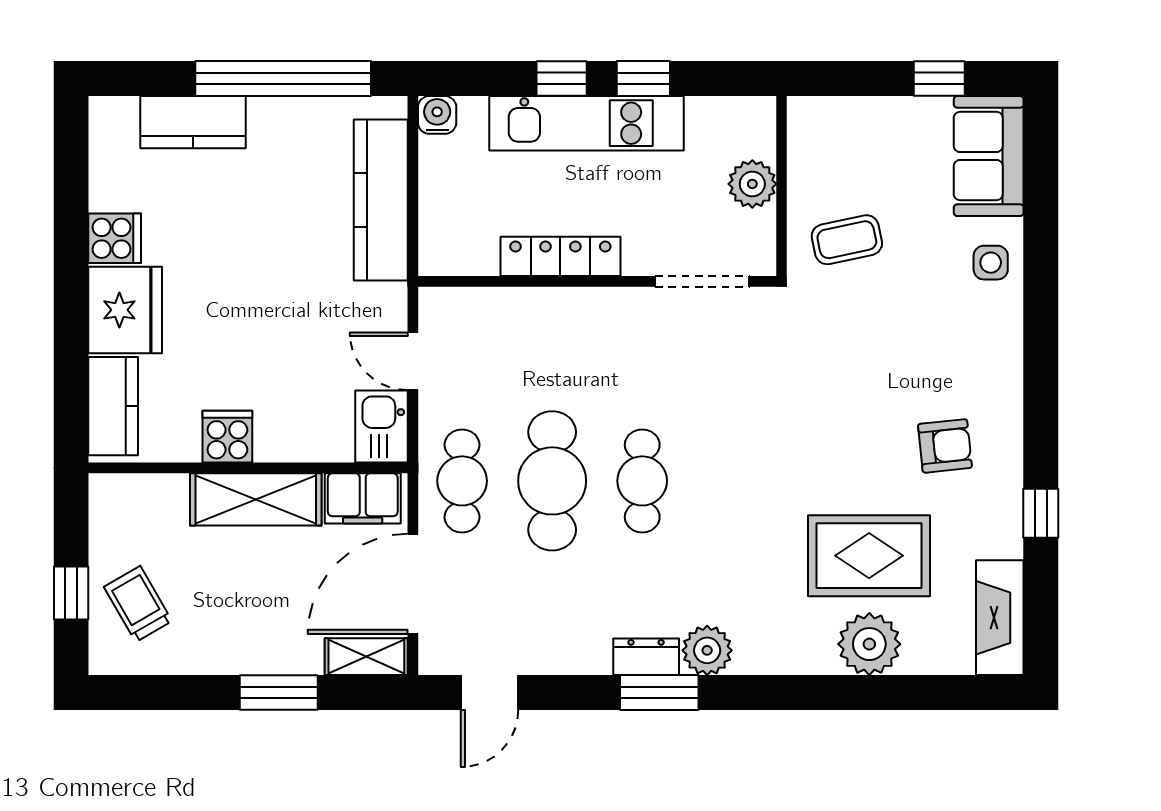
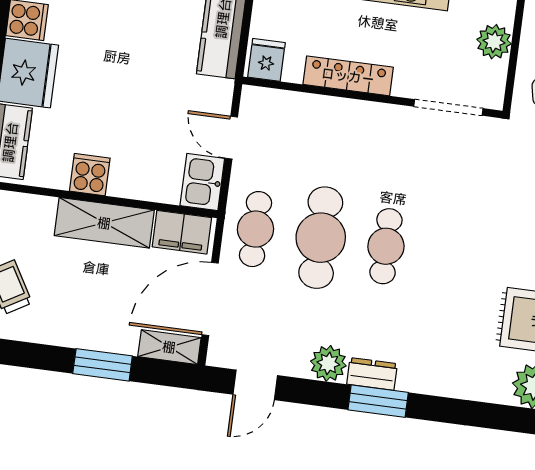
fridge: (447, 249) -> (266, 60), added
plant: (707, 650) -> (328, 363), moved

